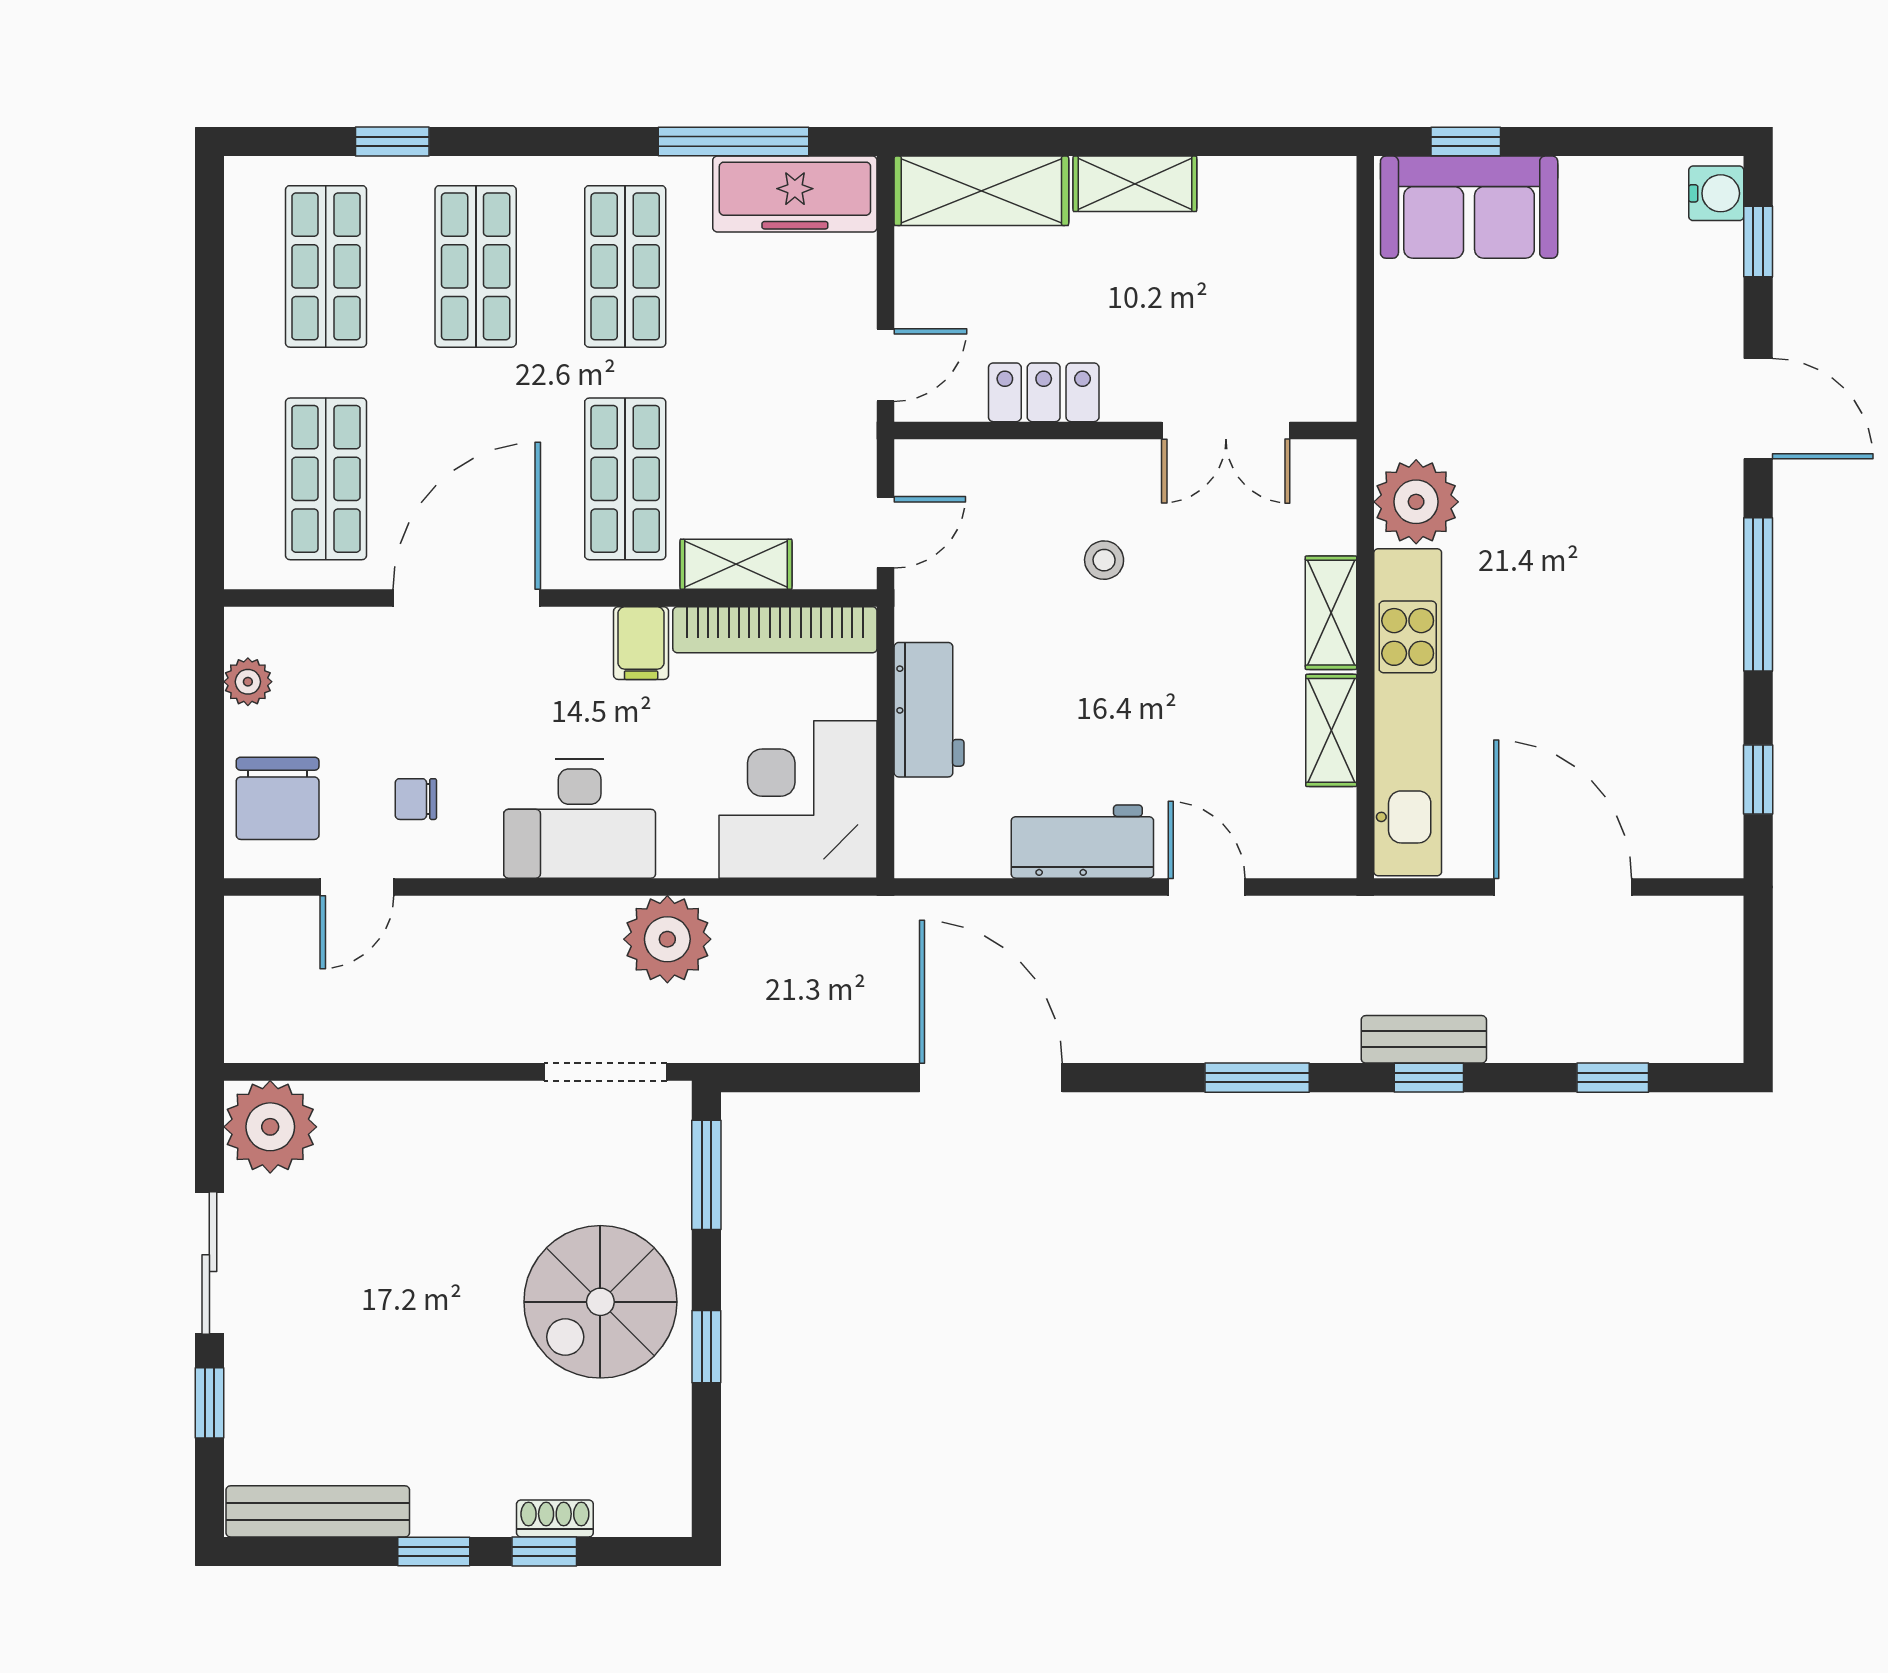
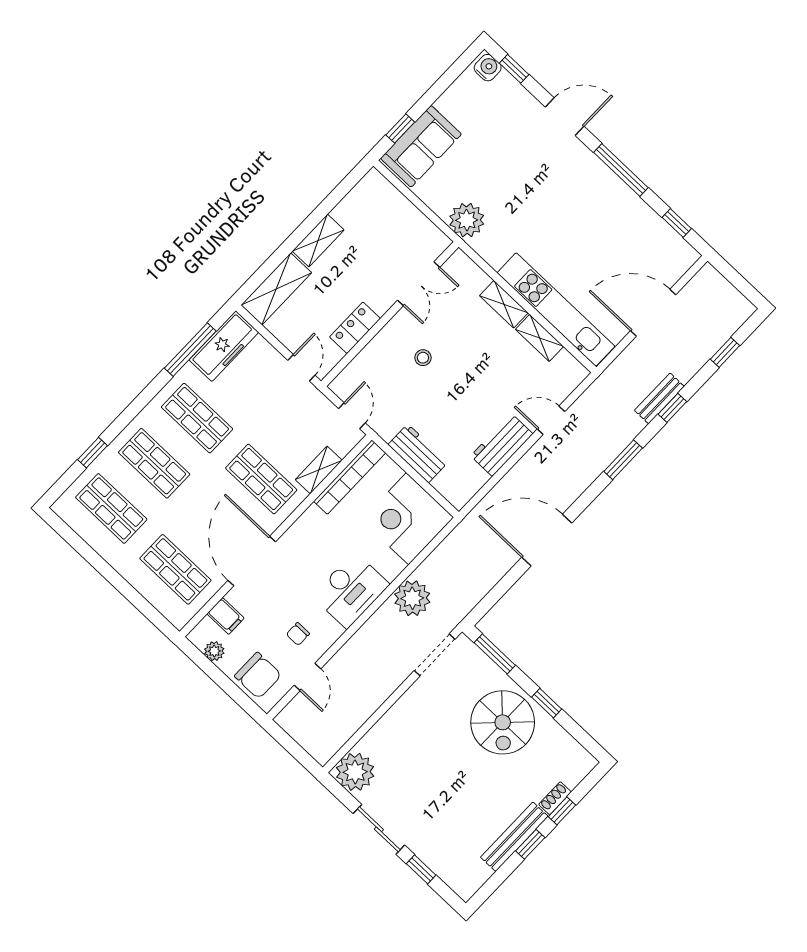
plant: (1416, 502) -> (467, 220), moved
filing cabinet: (641, 643) -> (225, 616), moved
bench: (318, 1511) -> (514, 837), moved

